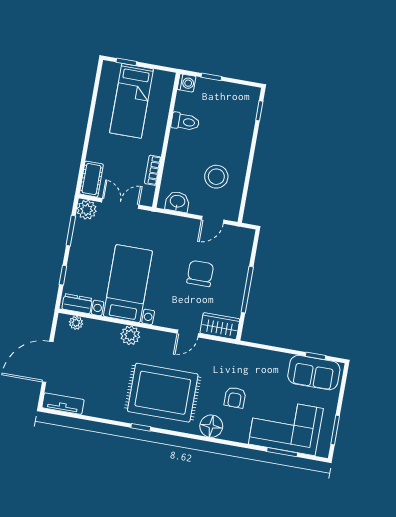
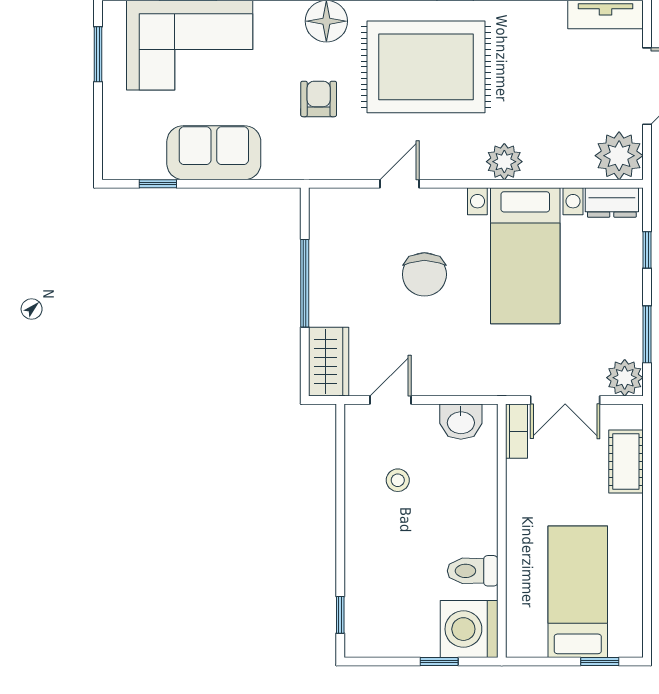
washing machine: (187, 83) -> (469, 629), width x1.89, depth x1.89
bookcase: (153, 170) -> (516, 431), moved
stool: (216, 177) -> (398, 480), width x0.53, depth x0.53
cot: (91, 179) -> (626, 462), moved
chair: (200, 273) -> (424, 274), moved
plant: (76, 323) -> (619, 156), width x1.87, depth x1.87
wardrobe: (220, 326) -> (329, 362), moved, turned -90
sofa: (314, 373) -> (214, 153), moved
armchair: (235, 397) -> (319, 99), moved

